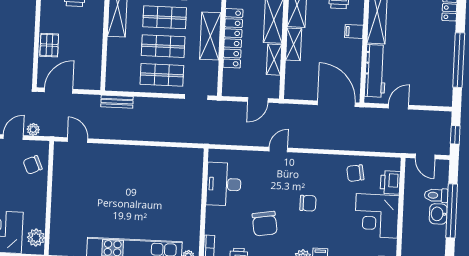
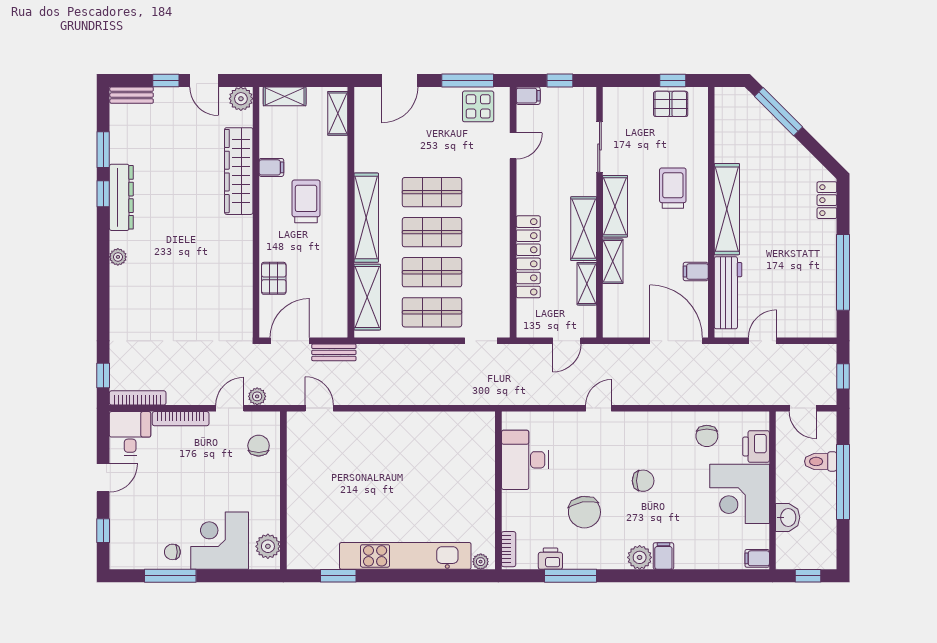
filing cabinet: (354, 31) -> (696, 271), moved
shelving: (210, 36) -> (367, 297), moved
bench: (117, 102) -> (334, 352), moved
chair: (33, 165) -> (259, 446), turned 114
chair: (355, 173) -> (707, 436), turned -80
washbasin: (438, 214) -> (788, 517), moved, turned 180

